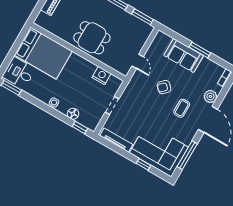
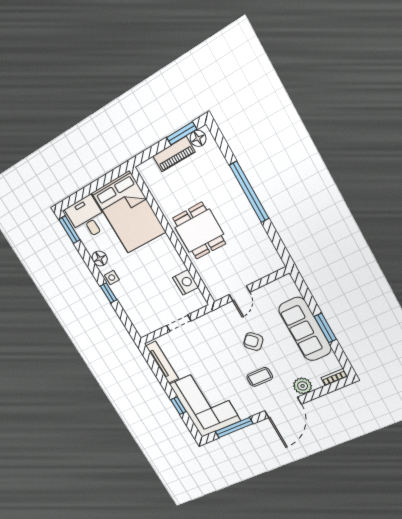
window: (142, 17) -> (279, 244), removed
sofa: (184, 56) -> (305, 329), width x1.36
floor lamp: (73, 114) -> (100, 259), moved
window: (80, 128) -> (109, 293), moved

